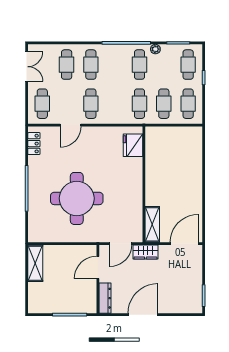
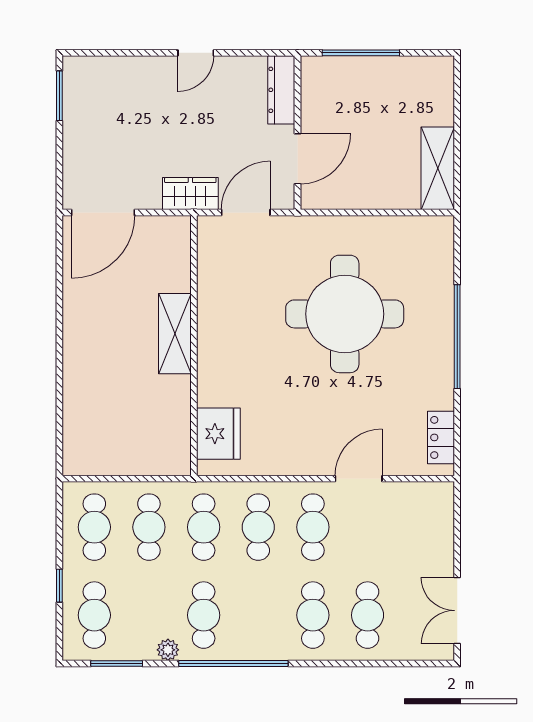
cafe table: (42, 104) -> (258, 527), moved
shelving: (152, 224) -> (175, 334), moved
door: (143, 315) -> (196, 53), width x0.53

